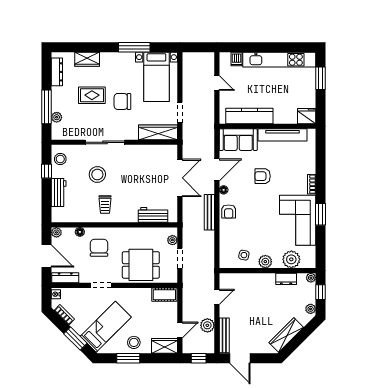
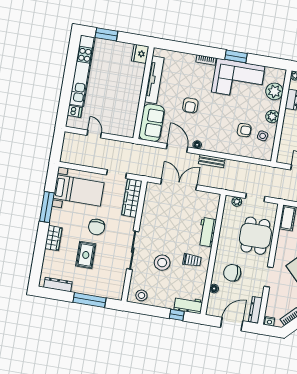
wardrobe: (87, 59) -> (53, 238), moved
door: (217, 83) -> (94, 134), hinge flipped
kitchen counter: (249, 116) -> (131, 108), removed
plant: (57, 117) -> (101, 292), removed
window: (47, 171) -> (177, 315), moved
workbench: (59, 193) -> (188, 305), moved
bench: (209, 212) -> (212, 161), width x0.73
armchair: (229, 212) -> (244, 130), moved
workbench: (153, 215) -> (207, 232), moved
plant: (56, 232) -> (211, 311), removed

